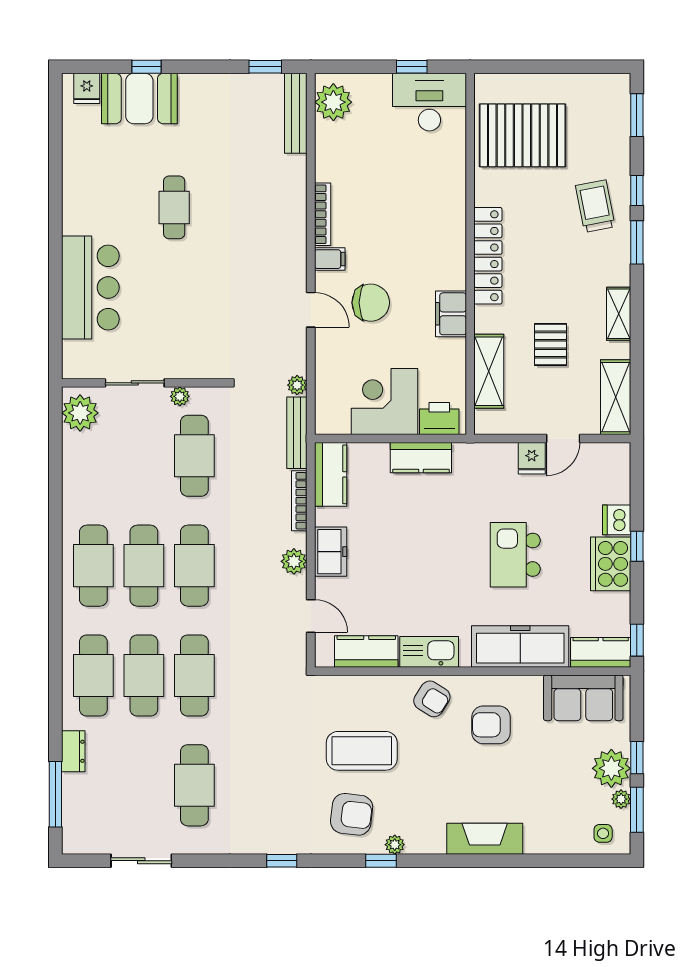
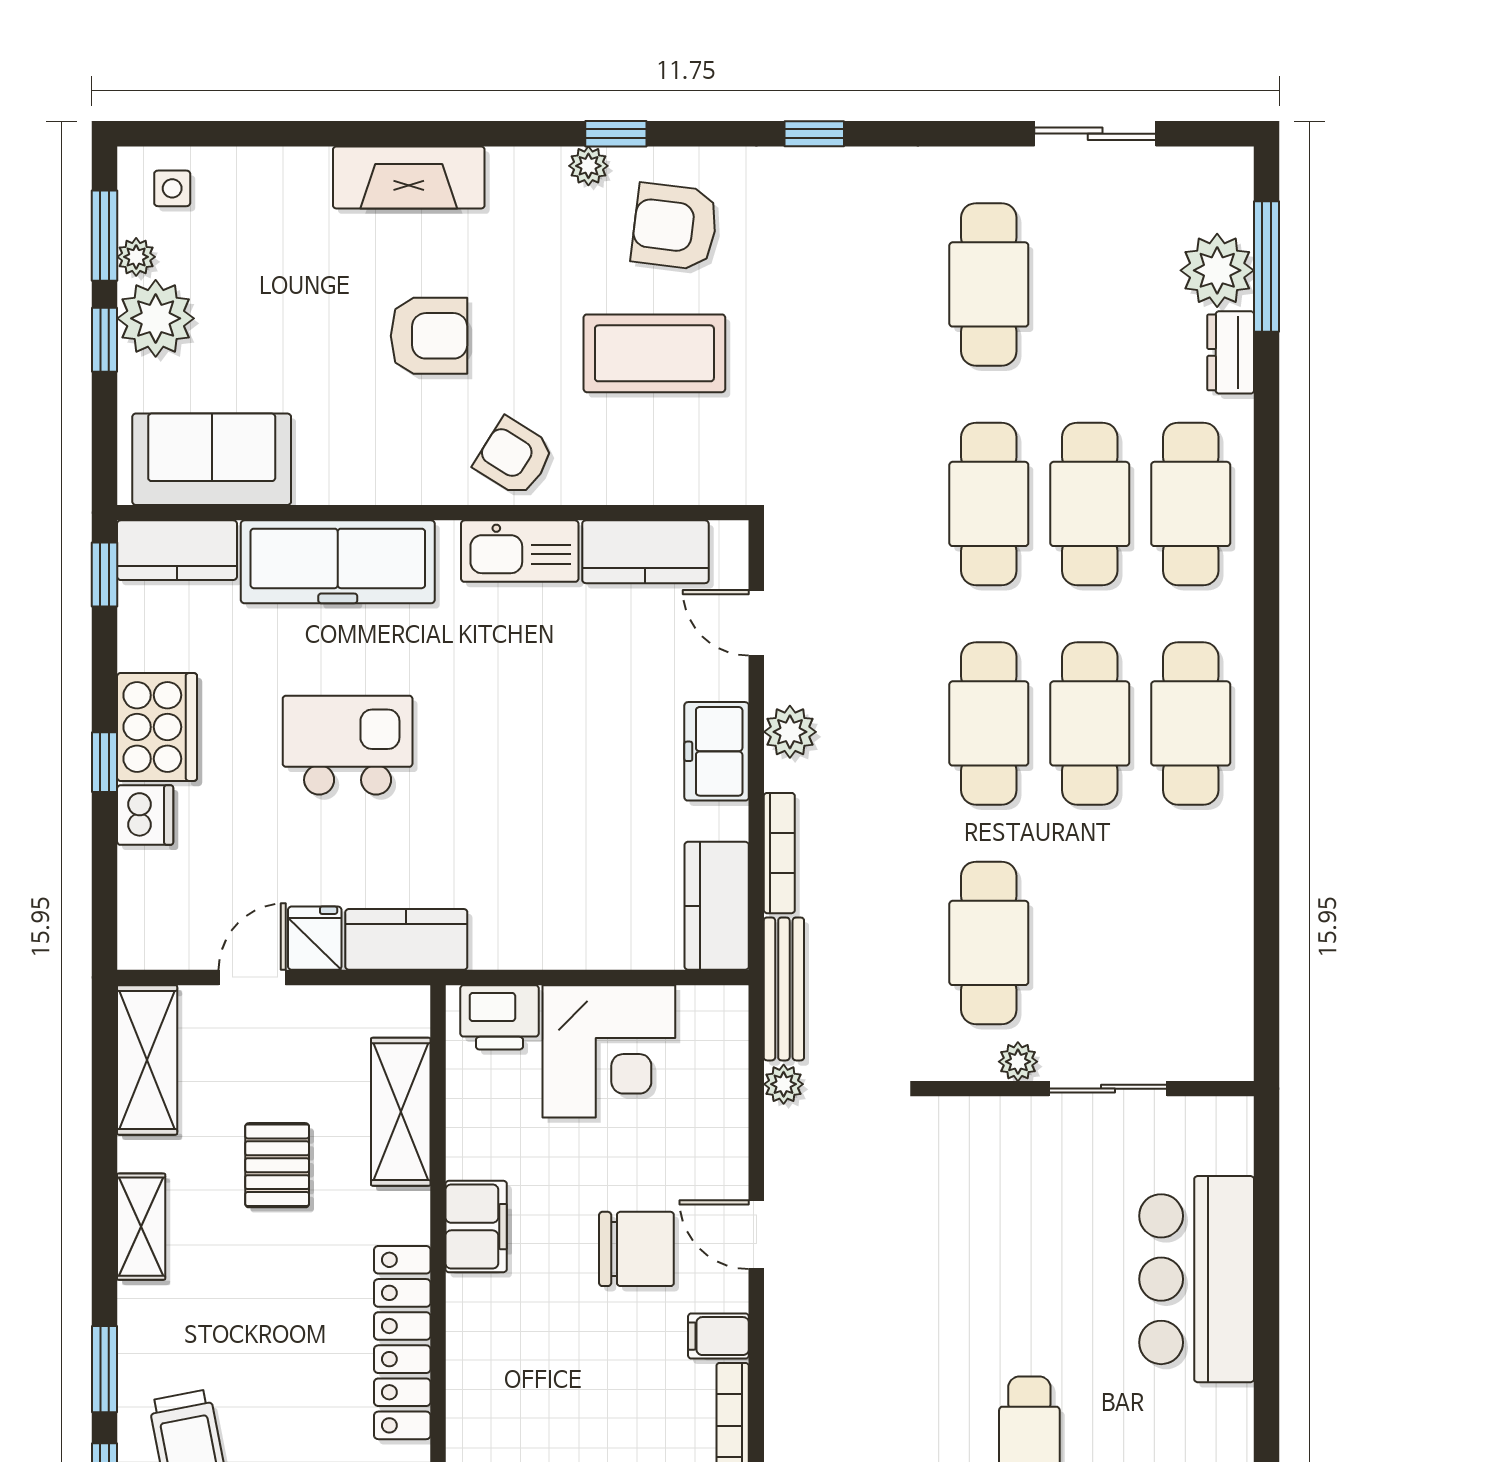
chair: (371, 303) -> (636, 1249), turned 180
plant: (80, 413) -> (1217, 270), moved
kitchen counter: (421, 458) -> (406, 939), moved
kitchen island: (515, 555) -> (348, 745), turned -90
armchair: (491, 725) -> (429, 336), moved

